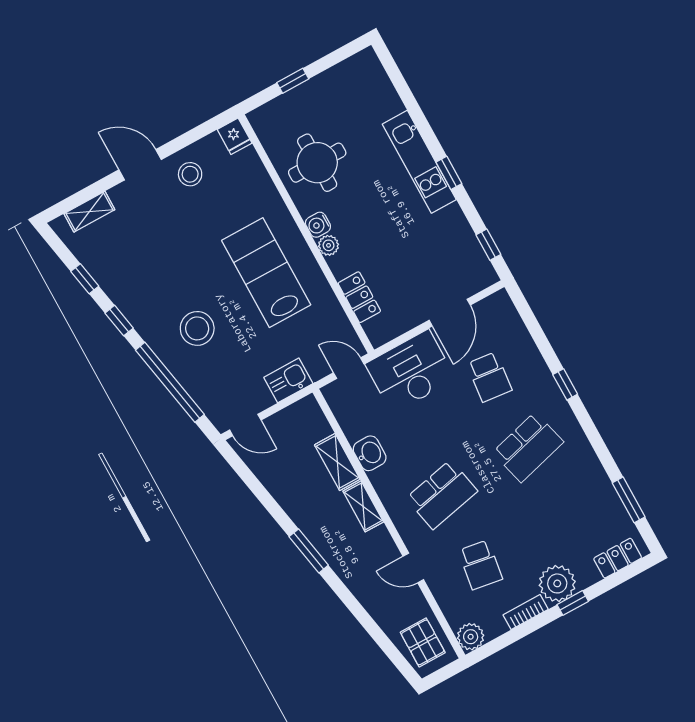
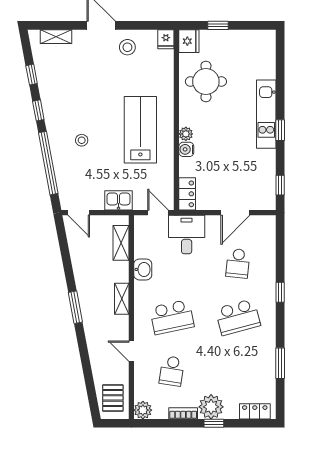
fridge: (266, 122) -> (189, 41), added
water cooler: (318, 225) -> (186, 149), moved
locker: (359, 297) -> (187, 194), moved
stool: (197, 328) -> (82, 140), width x0.53, depth x0.53
desk: (410, 371) -> (187, 235), width x0.73
shelving: (337, 462) -> (121, 243), moved
window: (629, 500) -> (280, 363), moved

